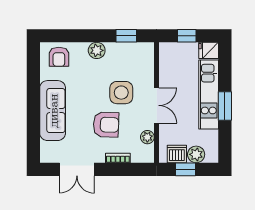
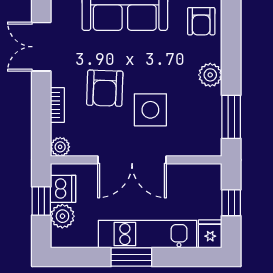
window: (126, 36) -> (231, 117), width x1.50
armchair: (59, 57) -> (201, 21), turned -90
double door: (157, 105) -> (132, 160), width x1.37
plant: (147, 137) -> (60, 147), moved

